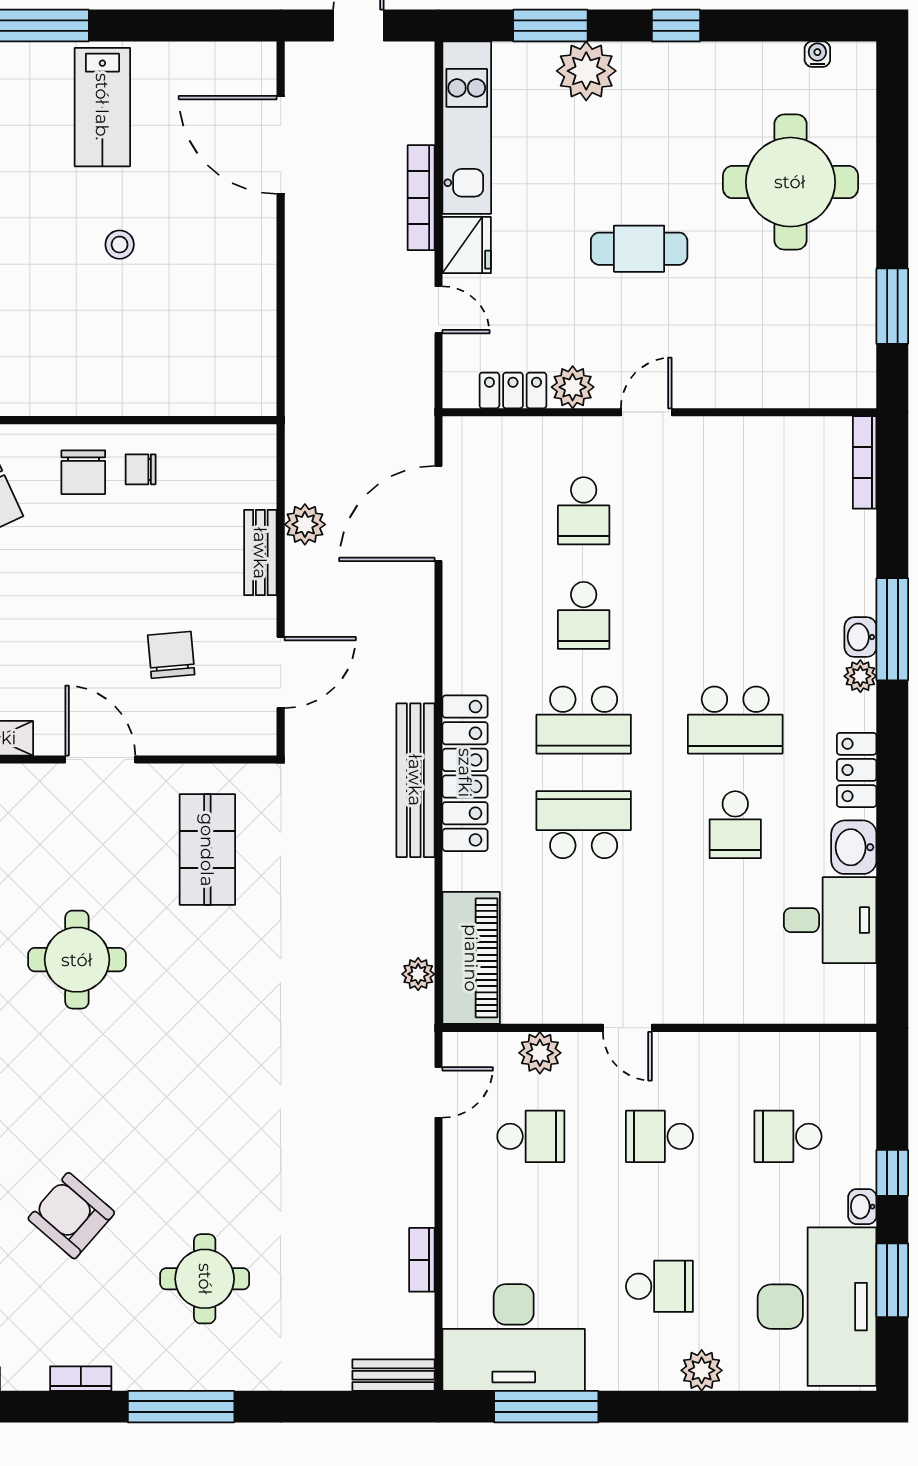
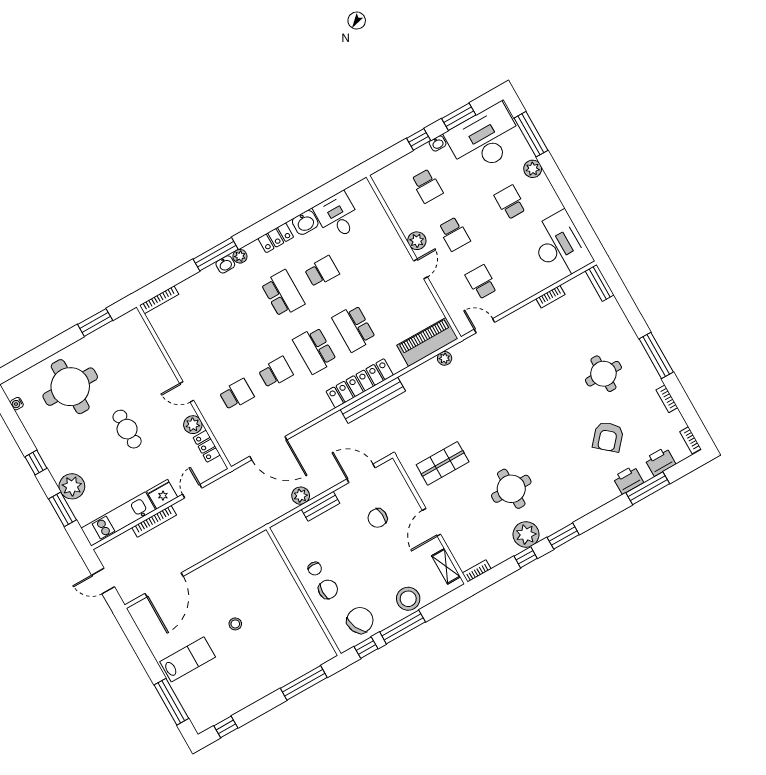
school desk: (584, 720) -> (315, 350), turned 180
plant: (540, 1053) -> (417, 241), moved
window: (546, 1407) -> (531, 134), moved

